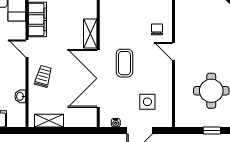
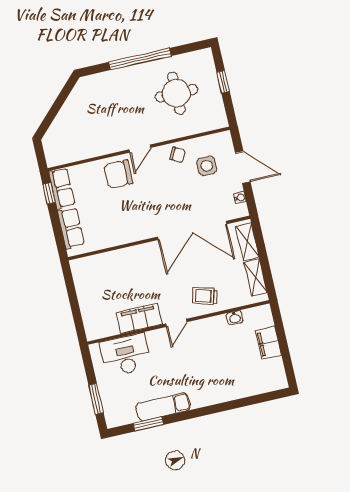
chair: (157, 29) -> (118, 174), width x1.87, depth x1.87
shelving: (90, 34) -> (247, 242), moved, turned 90
coffee table: (124, 63) -> (167, 203), removed
chair: (162, 80) -> (177, 155), added

